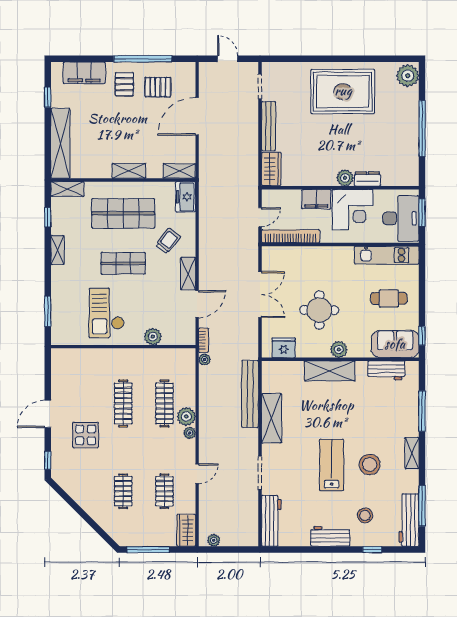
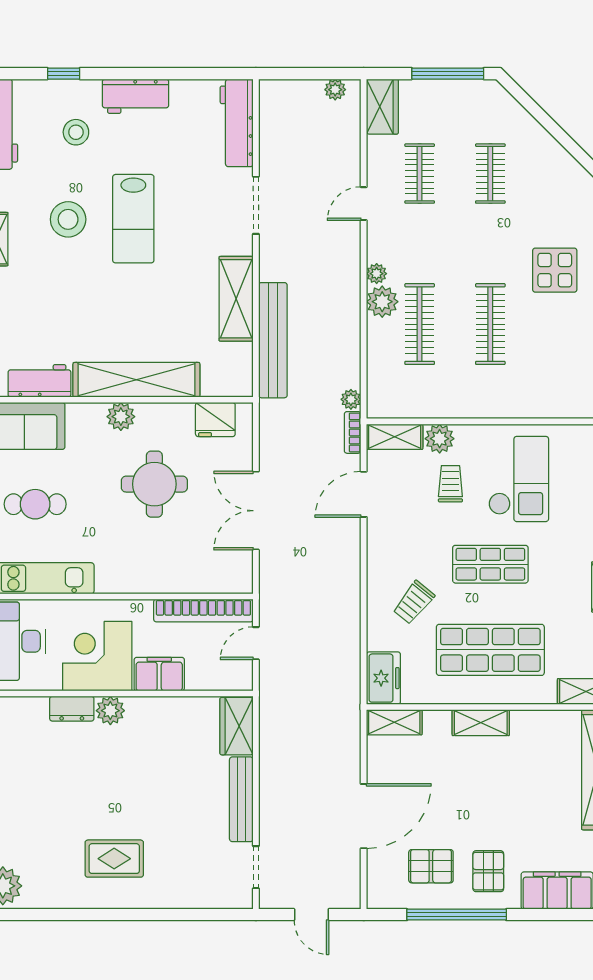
rug: (343, 91) -> (114, 859), width x0.54, depth x0.49
shelving: (188, 274) -> (395, 437), moved, turned 90
trolley: (146, 310) -> (450, 484), added
shelving: (330, 371) -> (136, 380), width x1.47

